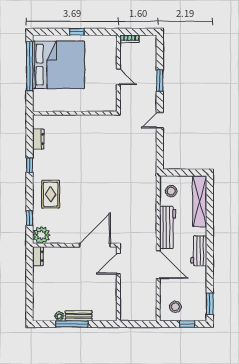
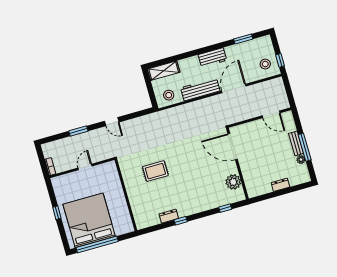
dresser: (38, 139) -> (169, 216), moved
rug: (51, 194) -> (155, 171), moved
shelving: (200, 201) -> (164, 71), width x0.68
plant: (41, 235) -> (233, 182), moved
dresser: (38, 256) -> (280, 185), moved
door: (118, 264) -> (271, 114), moved
window: (210, 304) -> (243, 39), moved
window: (187, 324) -> (280, 60), moved

